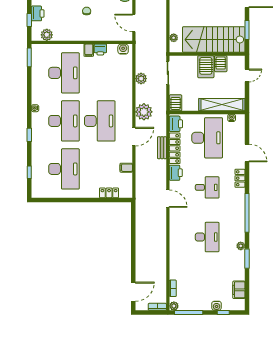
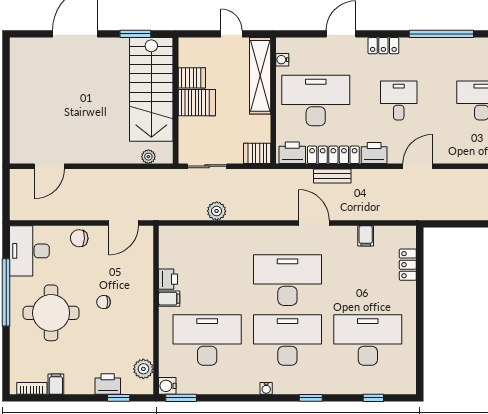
water cooler: (123, 49) -> (167, 386), moved
door: (247, 75) -> (231, 34), moved
plant: (144, 112) -> (272, 206), removed

